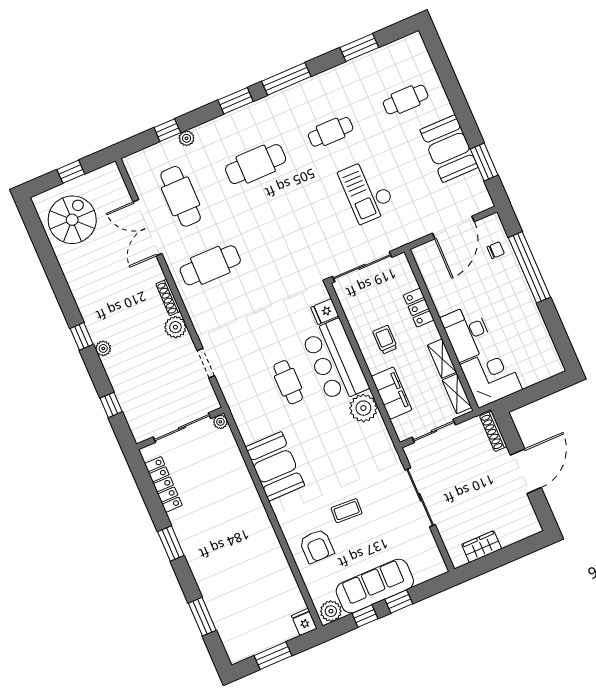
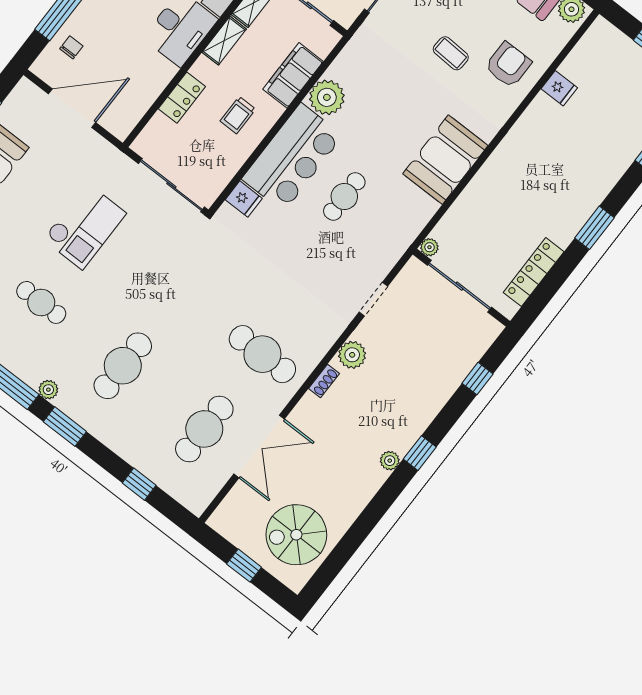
plant: (187, 138) -> (48, 390), moved
cafe table: (256, 164) -> (123, 366), turned 90
chair: (496, 250) -> (71, 47), turned 90
shoe rack: (168, 298) -> (324, 381), width x0.70
plant: (103, 348) -> (390, 461), moved
fridge: (304, 622) -> (559, 88), moved, turned -90

